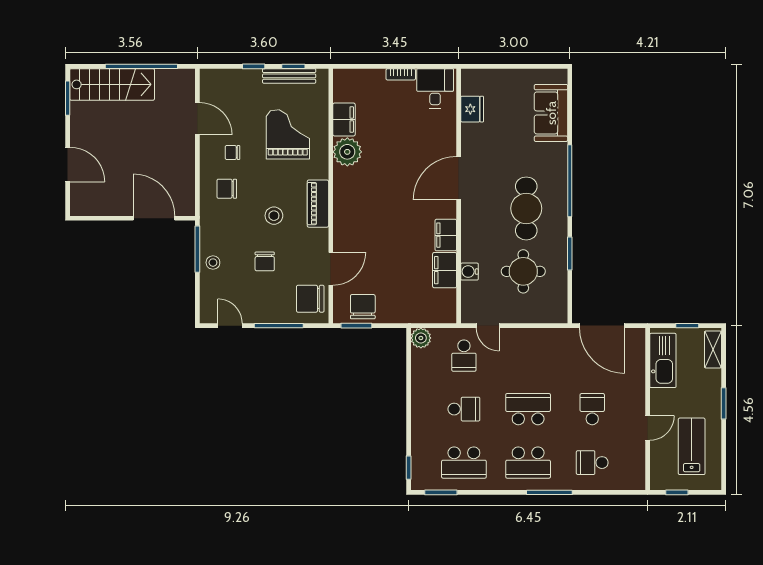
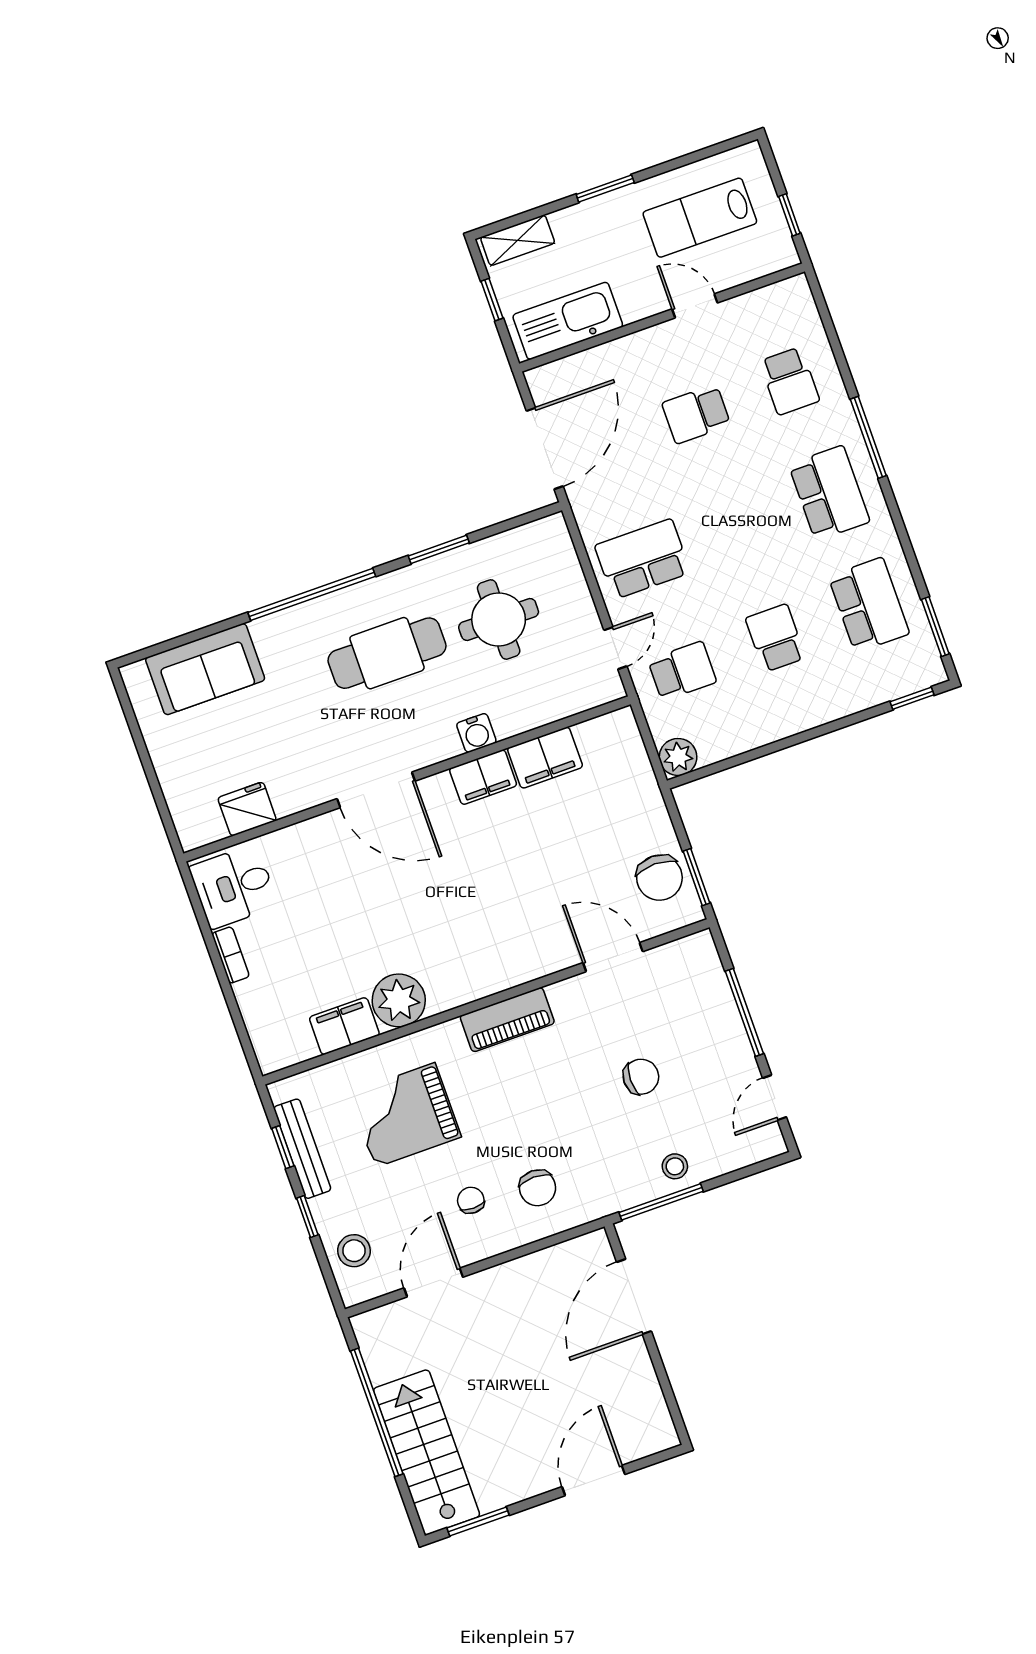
chair: (232, 152) -> (471, 1200), turned 180
stool: (274, 216) -> (354, 1251), moved
water cooler: (469, 272) -> (476, 733), moved
chair: (310, 299) -> (678, 974), removed
chair: (363, 307) -> (659, 878), turned -90
school desk: (528, 409) -> (643, 559), moved, turned 90

